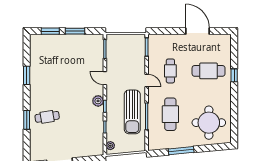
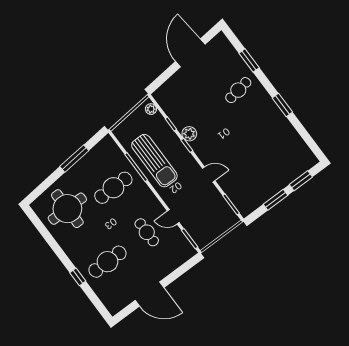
window: (27, 75) -> (282, 105), moved
door: (147, 81) -> (173, 217), moved
plant: (98, 101) -> (189, 134), moved
sun lounger: (132, 112) -> (154, 161), turned 180
cafe table: (170, 114) -> (113, 188), turned 90
window: (27, 120) -> (249, 60), moved

